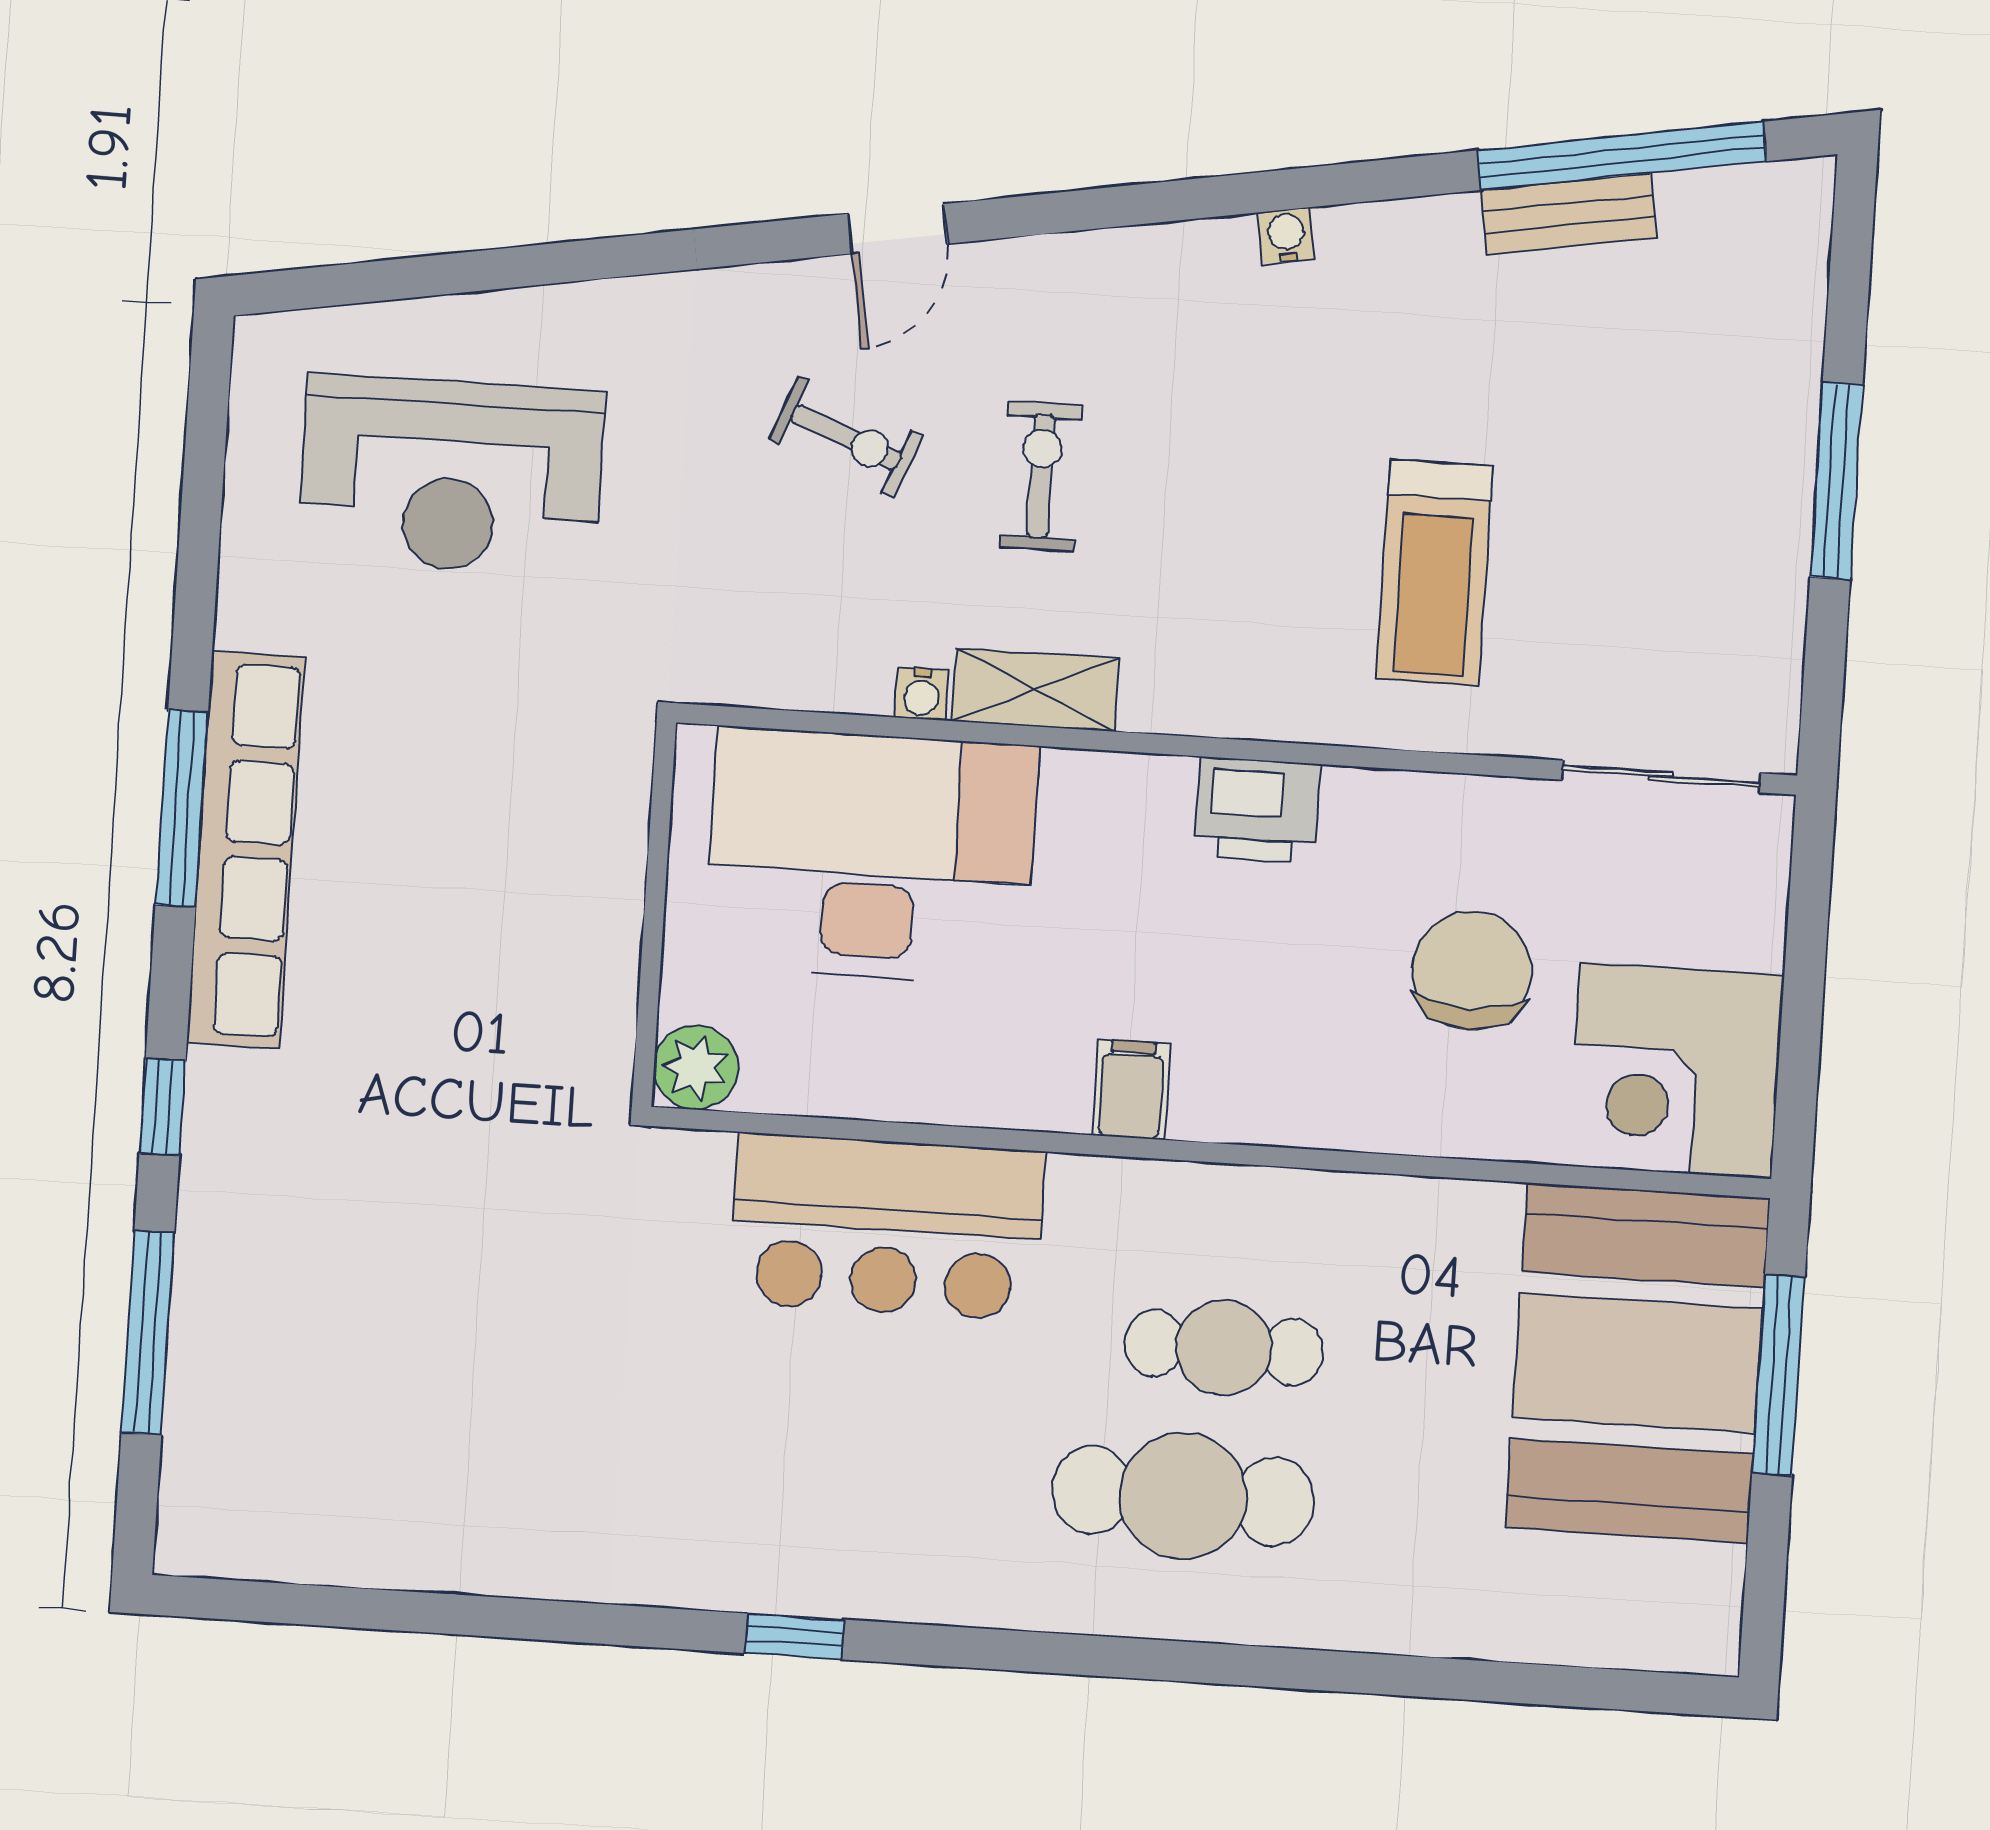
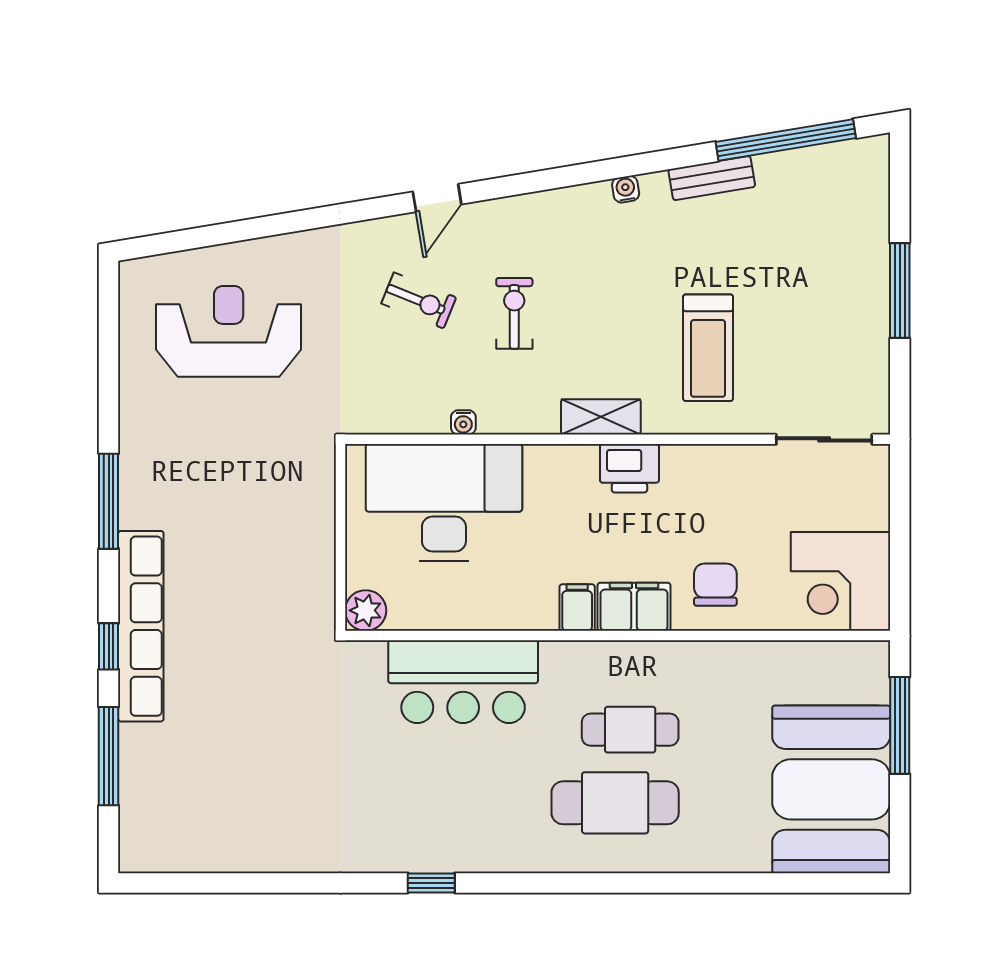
bench: (1569, 214) -> (712, 178), moved
reception desk: (451, 475) -> (229, 331), turned 180
shelving: (1035, 690) -> (601, 417), moved
row of seats: (246, 850) -> (141, 626), moved
chair: (1472, 971) -> (715, 585), moved, width x0.73, depth x0.73
filing cabinet: (1248, 1095) -> (634, 607), added
booth: (1638, 1363) -> (831, 789), moved

